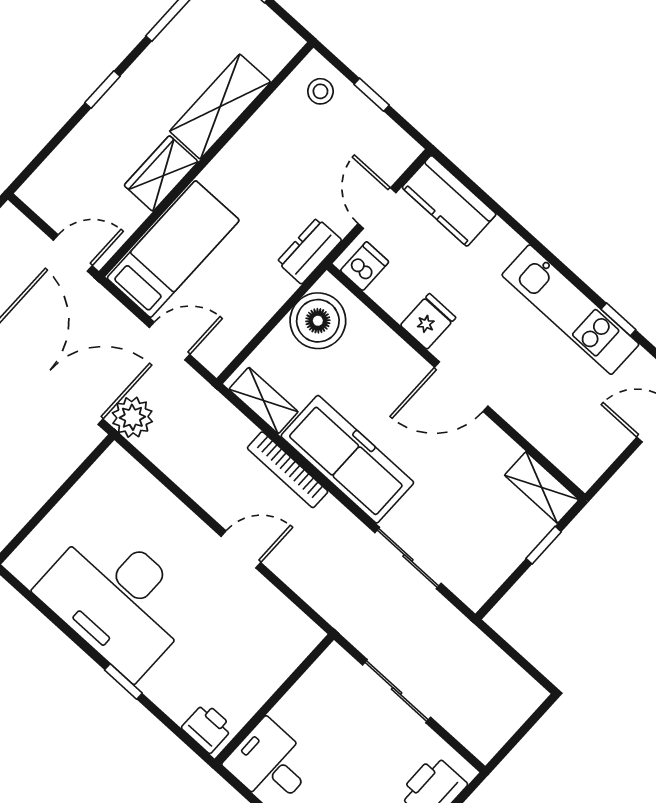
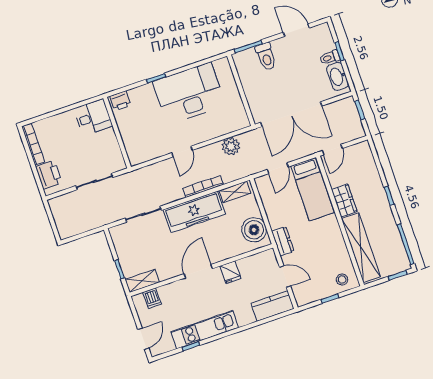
shelving: (220, 107) -> (361, 248), width x1.47
dishwasher: (365, 266) -> (152, 298), moved
plant: (132, 417) -> (231, 146), moved

